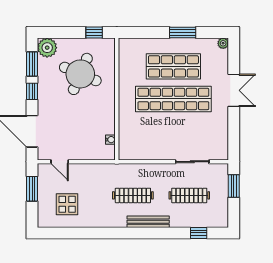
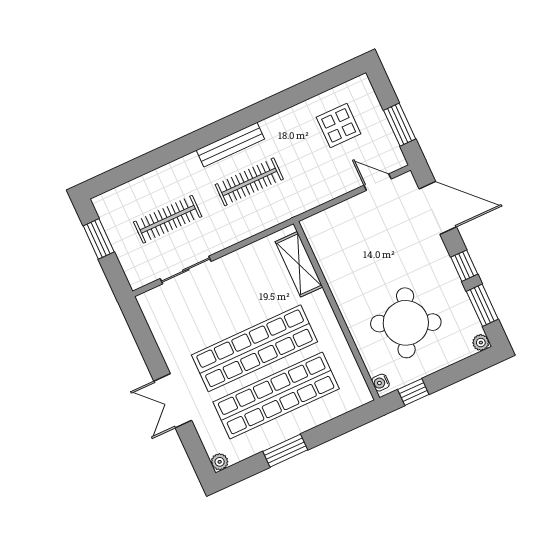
plant: (47, 48) -> (481, 343), width x0.53, depth x0.53
shop shelf: (173, 66) -> (276, 395), width x1.40
shelving: (126, 135) -> (299, 264), added
water cooler: (110, 140) -> (381, 383), moved
window: (234, 186) -> (99, 239), moved
bench: (148, 222) -> (230, 145), moved
window: (199, 233) -> (129, 171), removed

